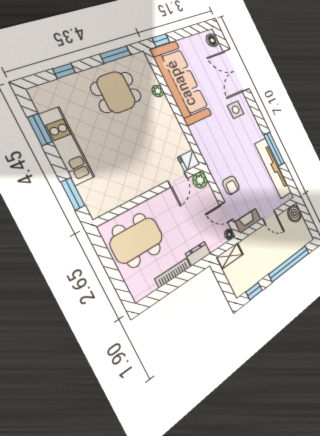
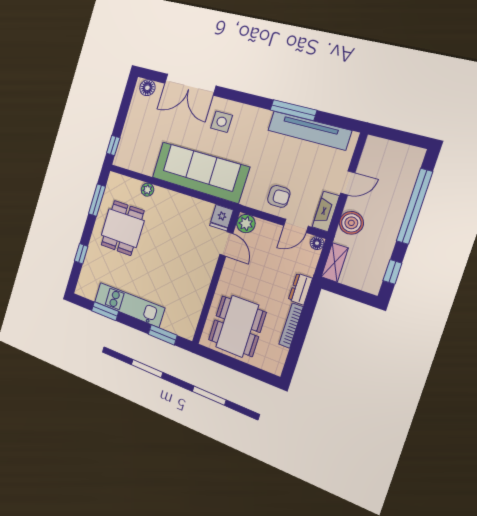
sofa: (181, 83) -> (200, 172), moved
boiler: (294, 214) -> (351, 223), moved

